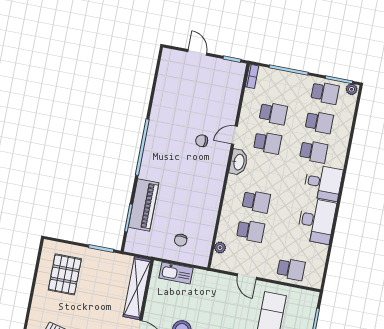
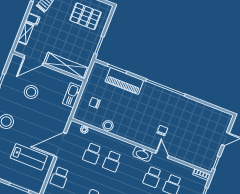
stool: (208, 216) -> (108, 126), added
door: (247, 277) -> (60, 145), width x1.87

